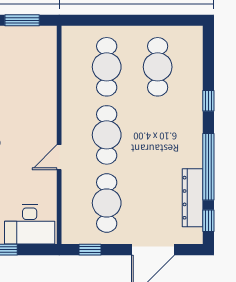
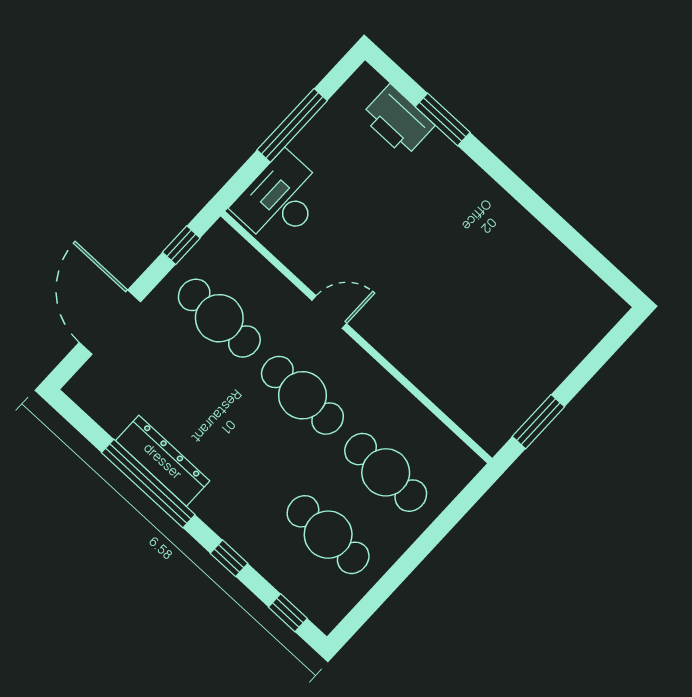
door: (59, 157) -> (329, 312), hinge flipped
dresser: (193, 198) -> (163, 461), moved
window: (208, 221) -> (288, 613), moved

